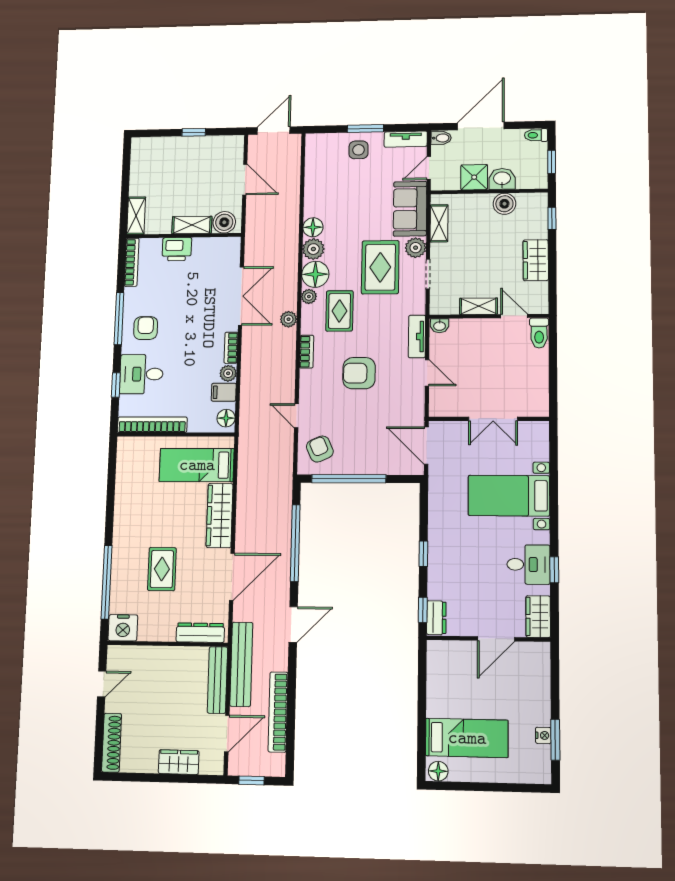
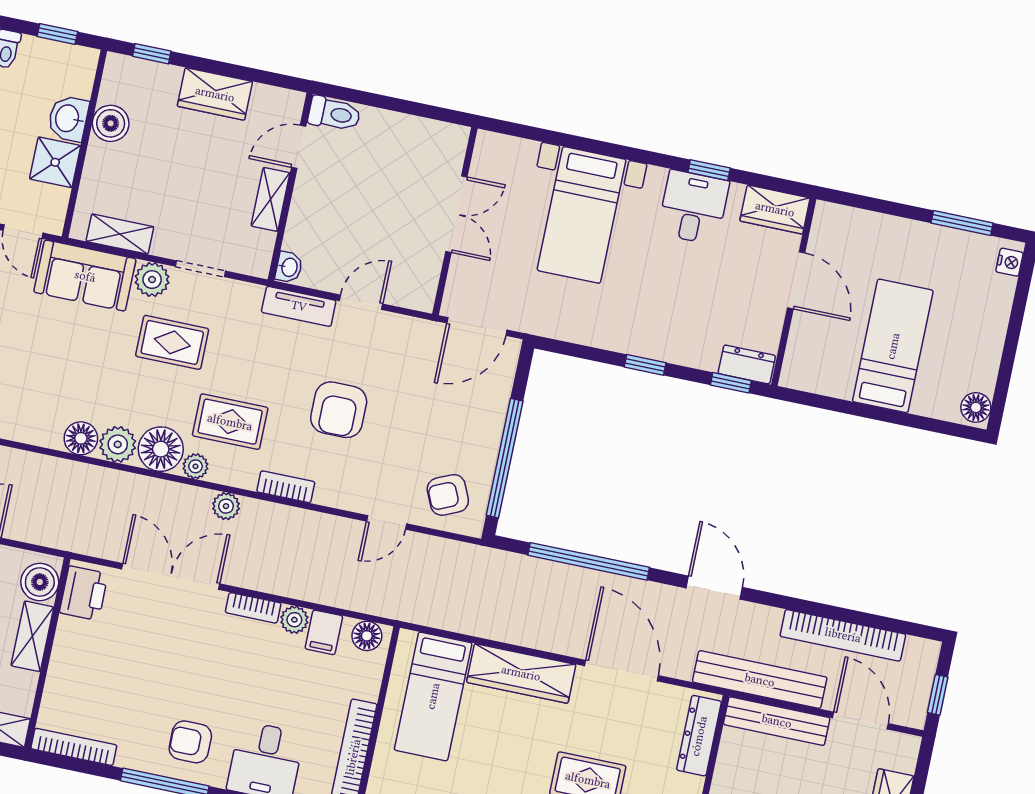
printer: (177, 249) -> (84, 593), moved
rug: (380, 267) -> (172, 342), width x0.73, depth x0.70
nightstand: (543, 735) -> (1010, 262), moved, turned 90
bed: (467, 738) -> (893, 346), moved

